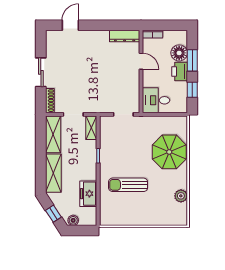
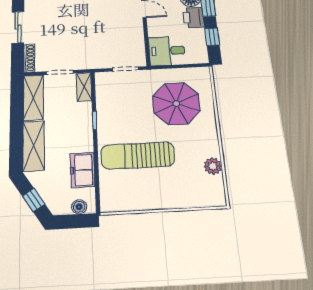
parasol: (169, 152) -> (176, 103), moved
sun lounger: (128, 185) -> (138, 156), width x1.36, depth x1.34
boiler: (73, 220) -> (79, 207), moved

